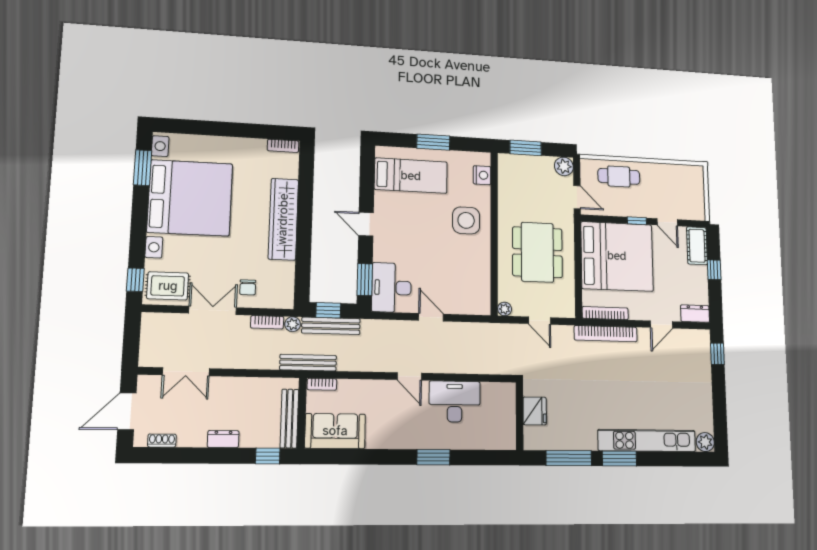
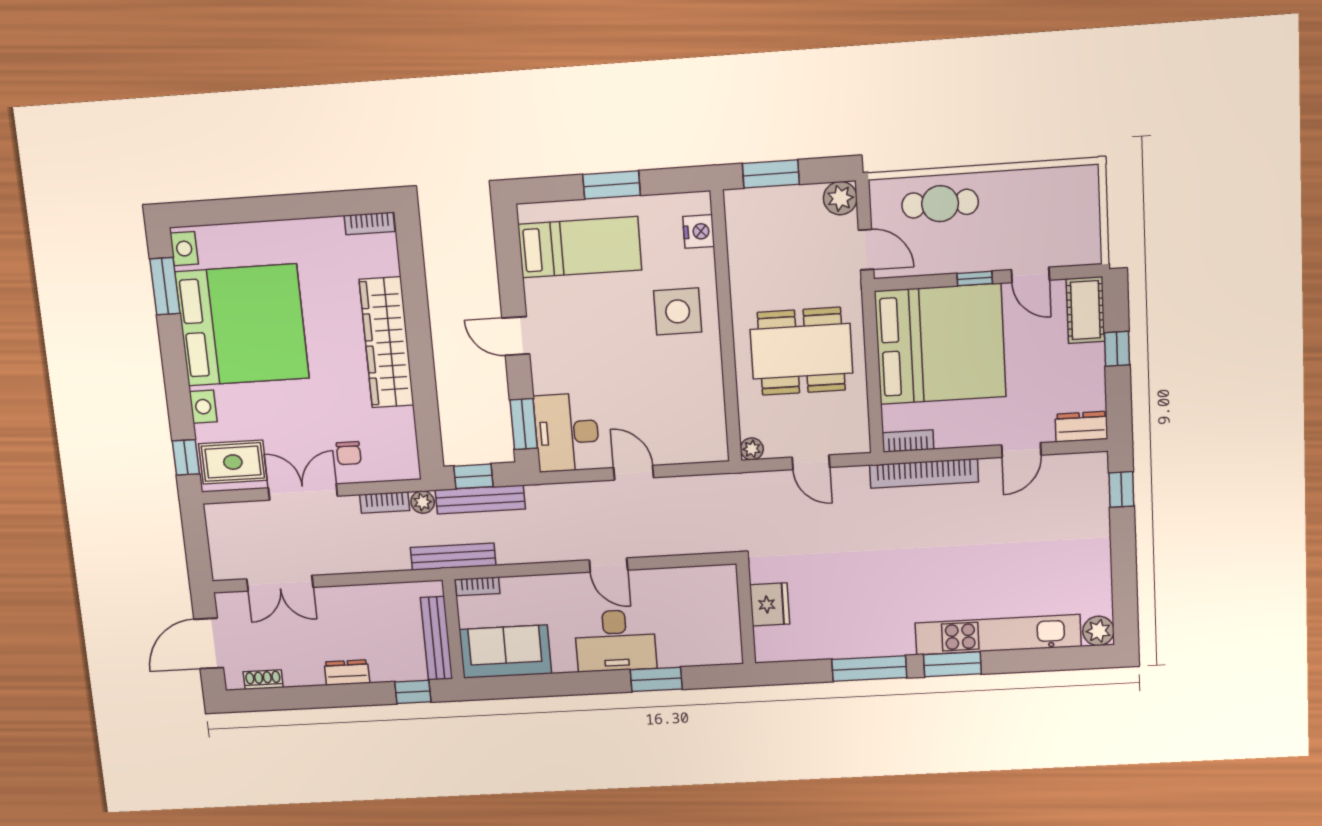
dining table: (537, 252) -> (801, 351), turned 90
bookcase: (605, 313) -> (908, 441), width x0.64
desk: (455, 402) -> (615, 641), moved, turned 180
fridge: (535, 411) -> (770, 604), moved
wall: (520, 416) -> (746, 614), moved

